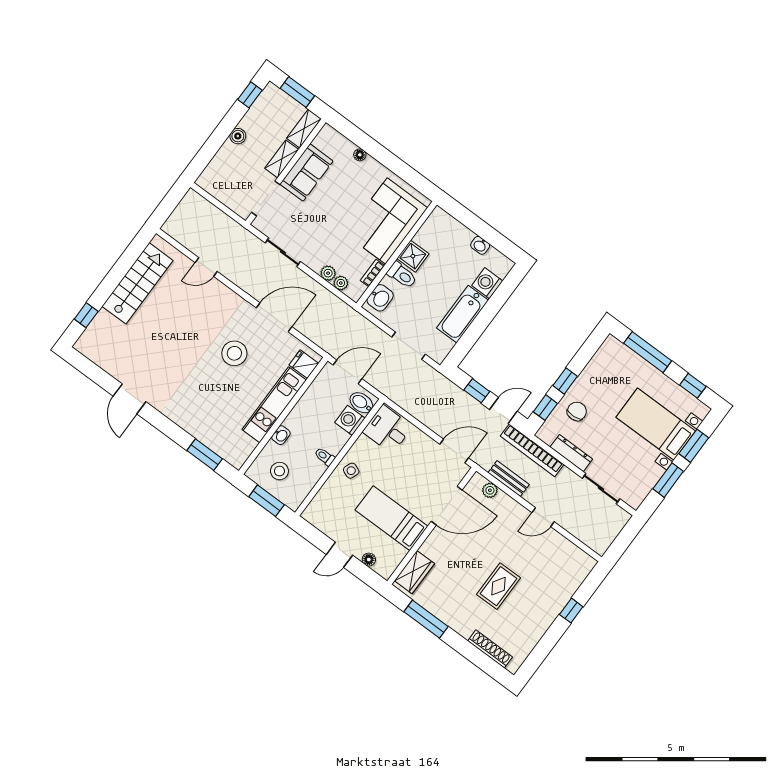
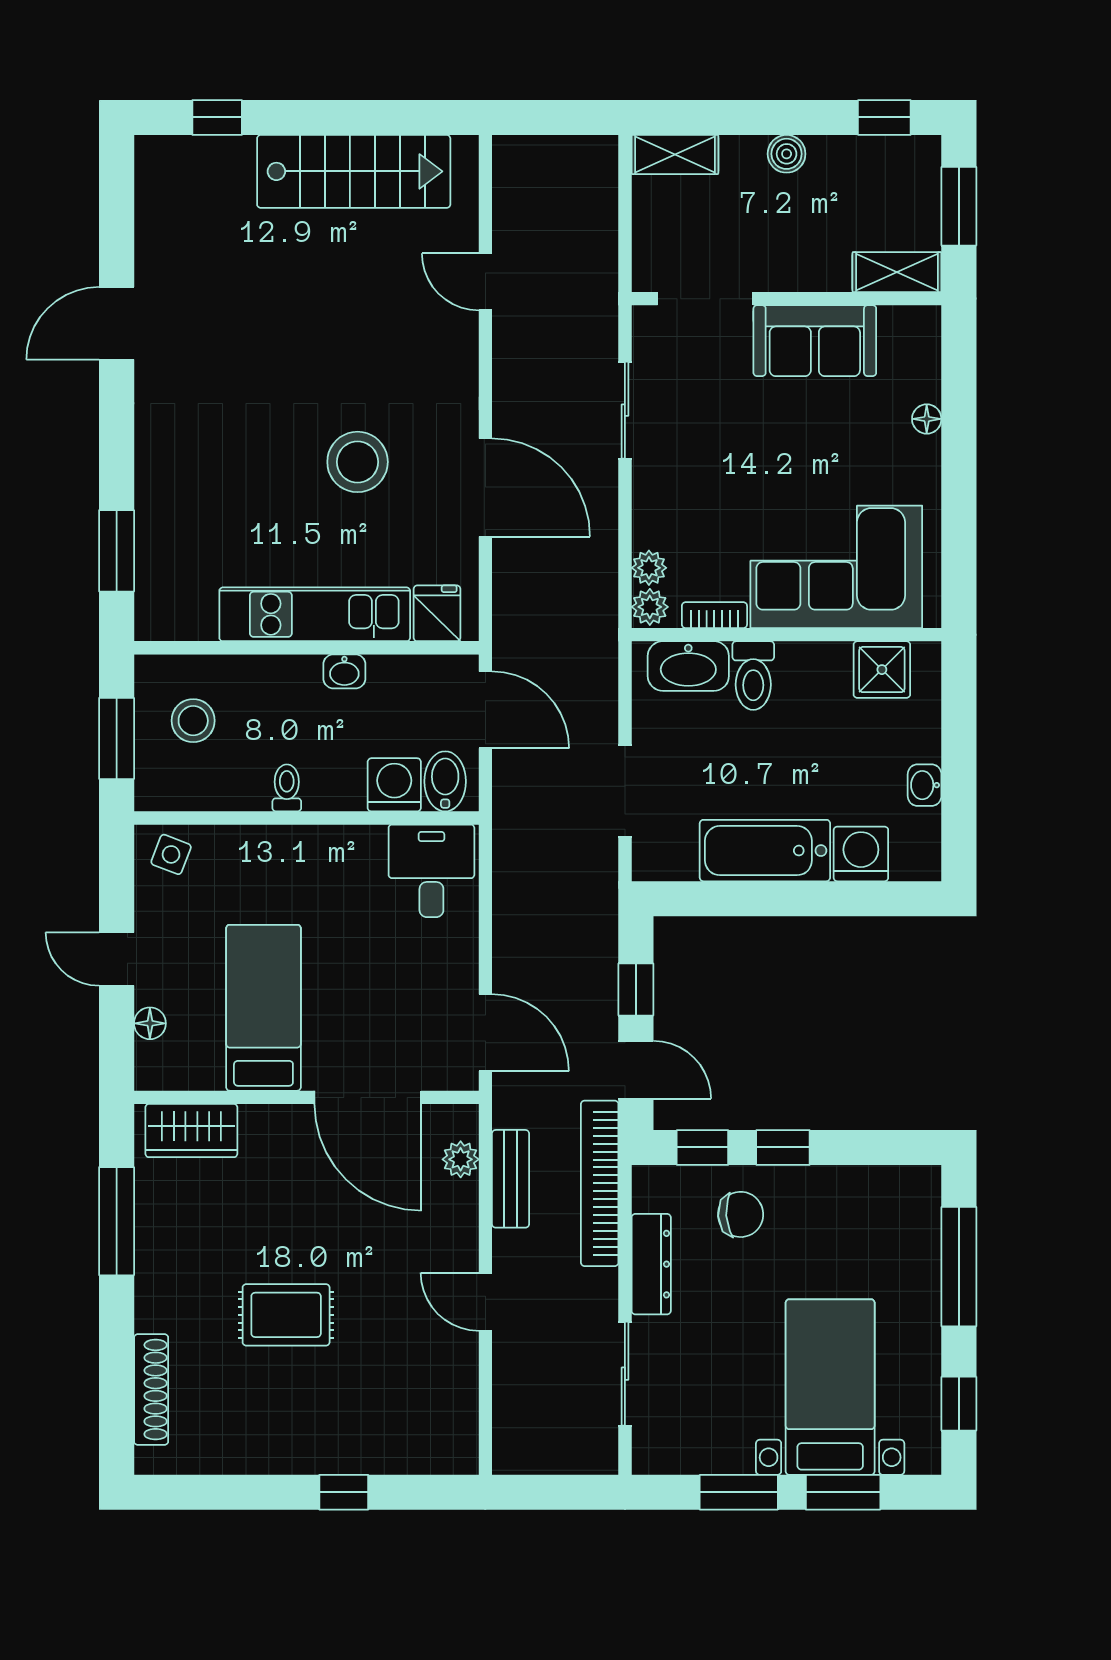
shelving: (282, 159) -> (675, 154), moved
shower: (413, 256) -> (882, 670), moved
plant: (328, 273) -> (650, 607), moved
washbasin: (380, 298) -> (688, 666), width x1.38
washbasin: (281, 435) -> (344, 671), moved
side table: (351, 471) -> (171, 854), moved

